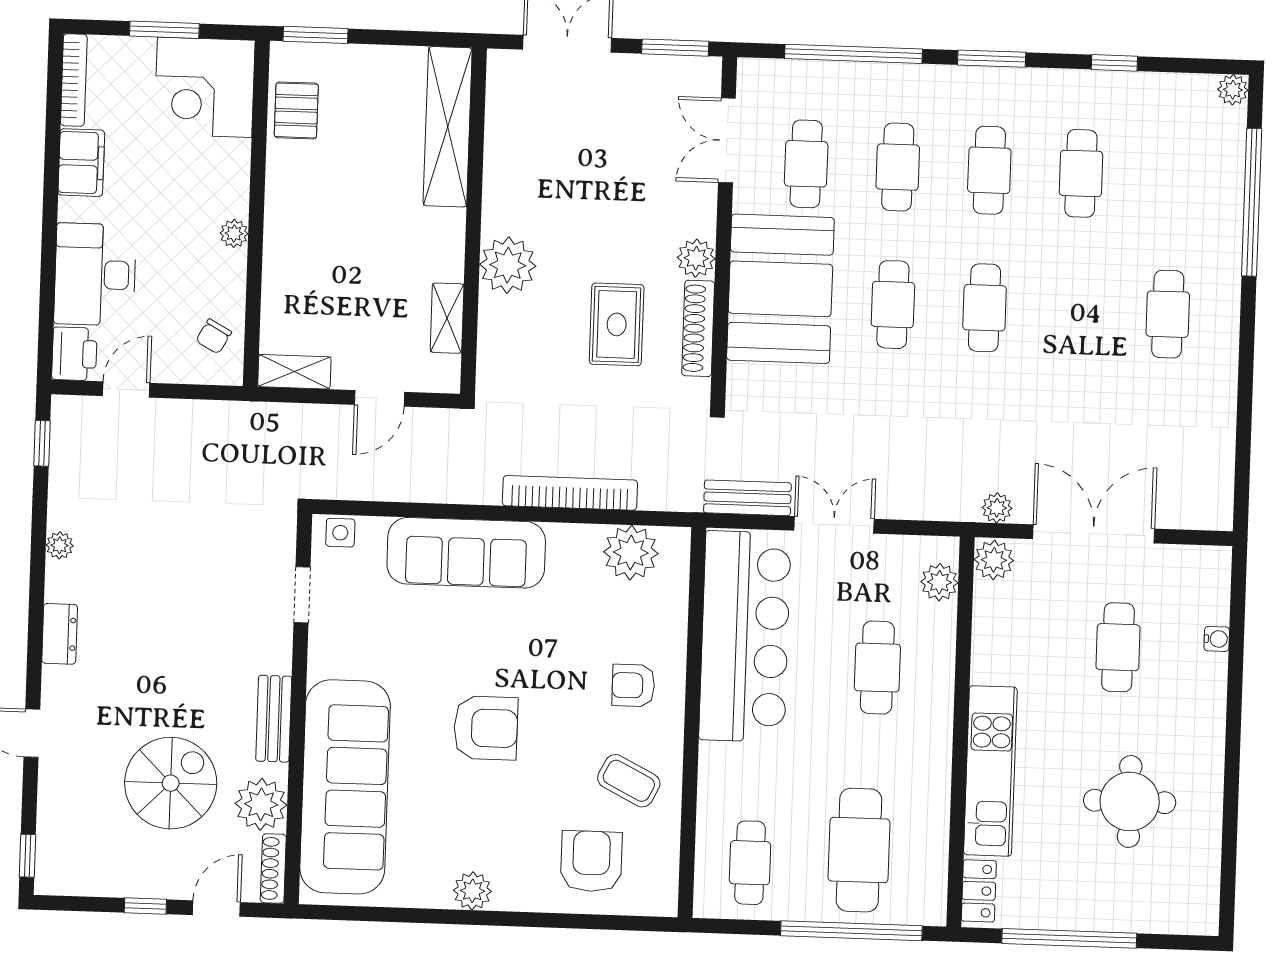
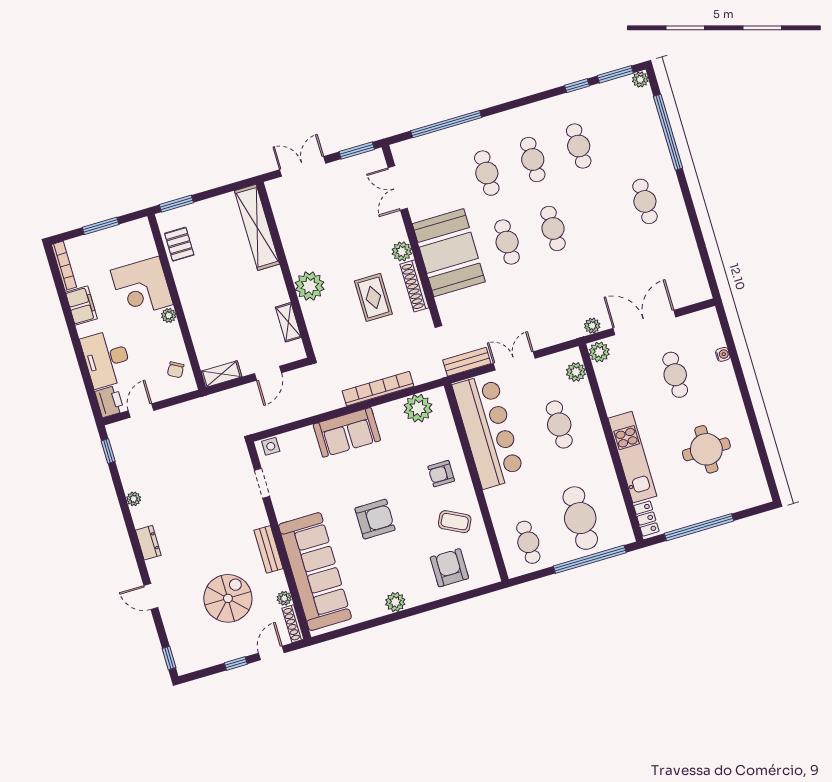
window: (992, 59) -> (615, 74), moved
corner desk: (205, 87) -> (142, 287), moved
cafe table: (806, 164) -> (441, 187), removed
sofa: (466, 553) -> (347, 432), width x0.73
plant: (261, 804) -> (284, 598), width x0.53, depth x0.53

